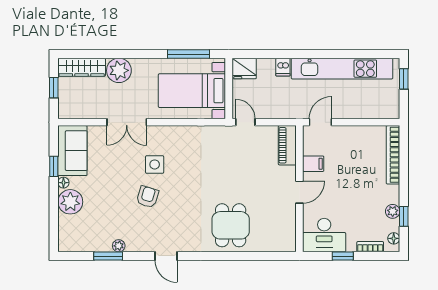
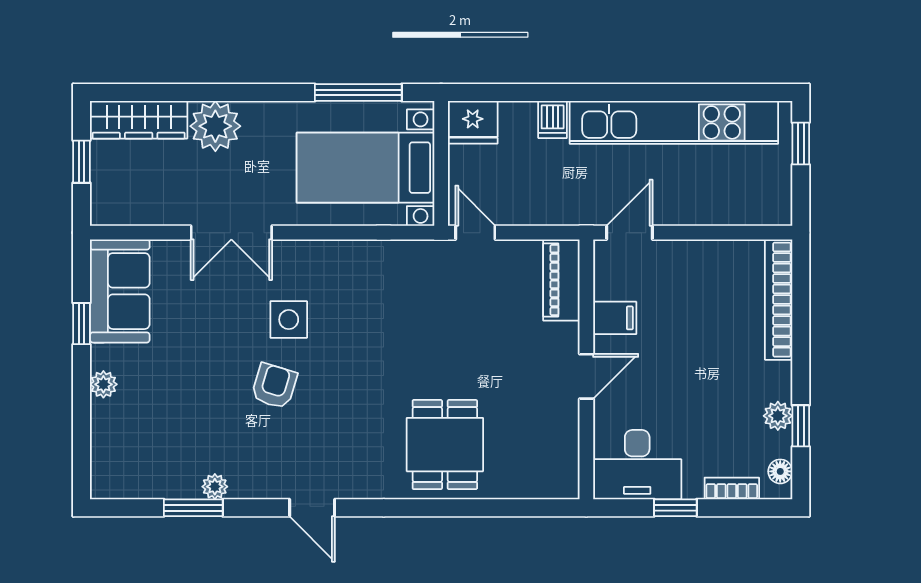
floor lamp: (63, 183) -> (101, 357), removed
plant: (70, 202) -> (103, 384), width x0.53, depth x0.53

